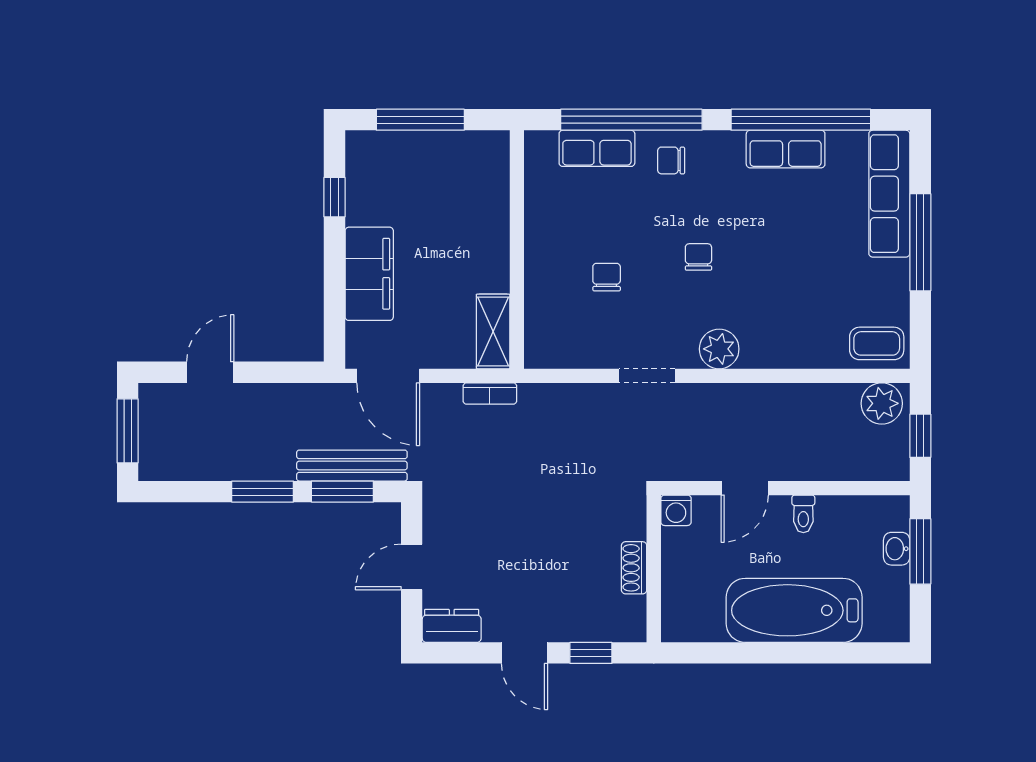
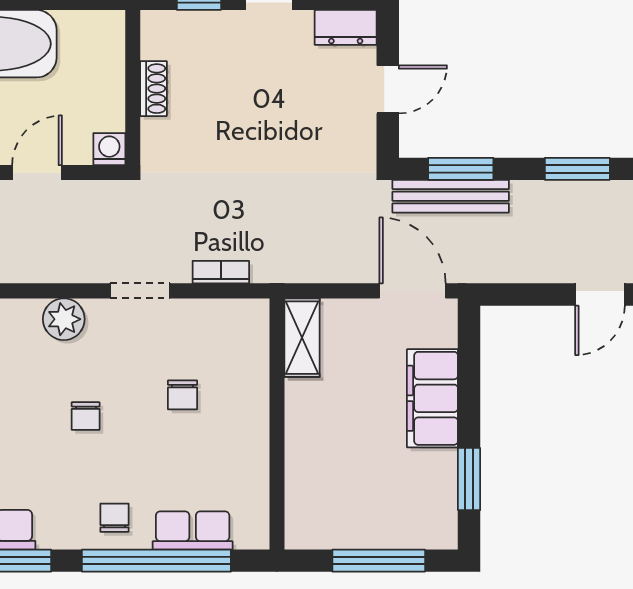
chair: (671, 160) -> (114, 518), turned -90
window: (335, 197) -> (469, 479), width x1.50
bookcase: (490, 394) -> (221, 272), moved
window: (263, 492) -> (577, 169), moved

